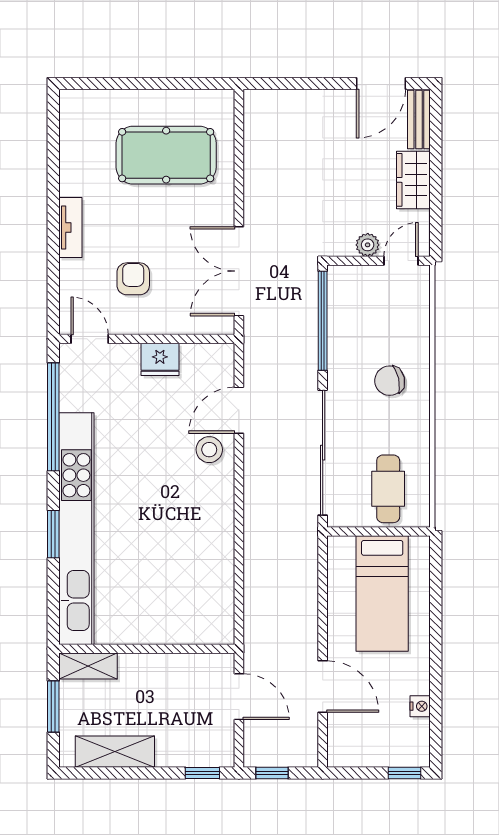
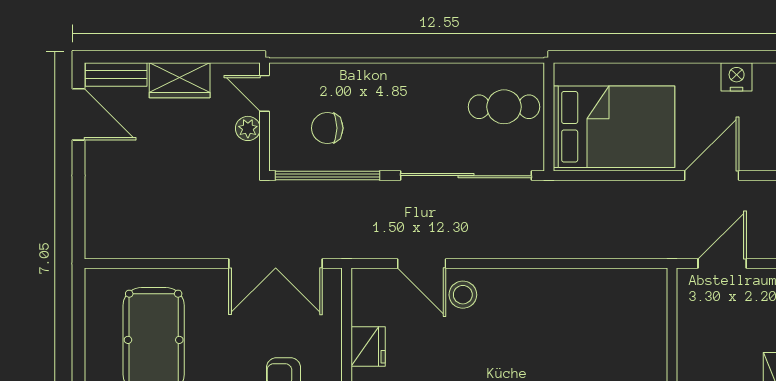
chair: (390, 381) -> (327, 128), moved, turned 103
bed: (382, 594) -> (614, 127), width x1.50
nightstand: (420, 706) -> (737, 77), width x1.39, depth x1.35

